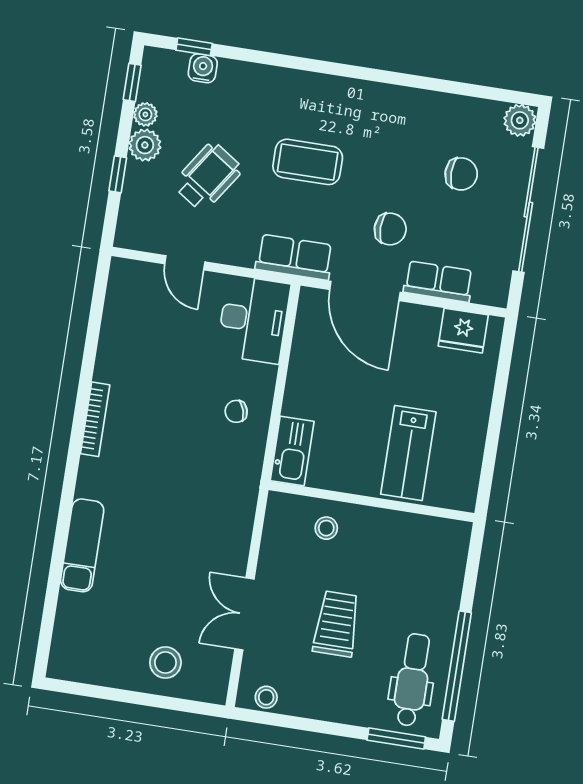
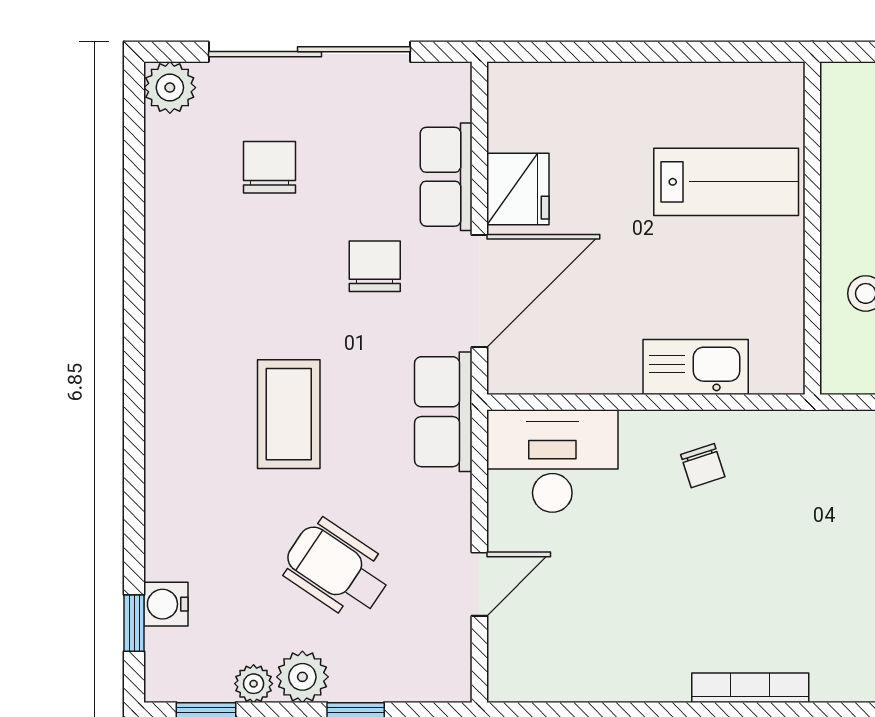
fridge: (463, 331) -> (518, 189), moved
kitchen sink: (292, 451) -> (696, 367), moved

